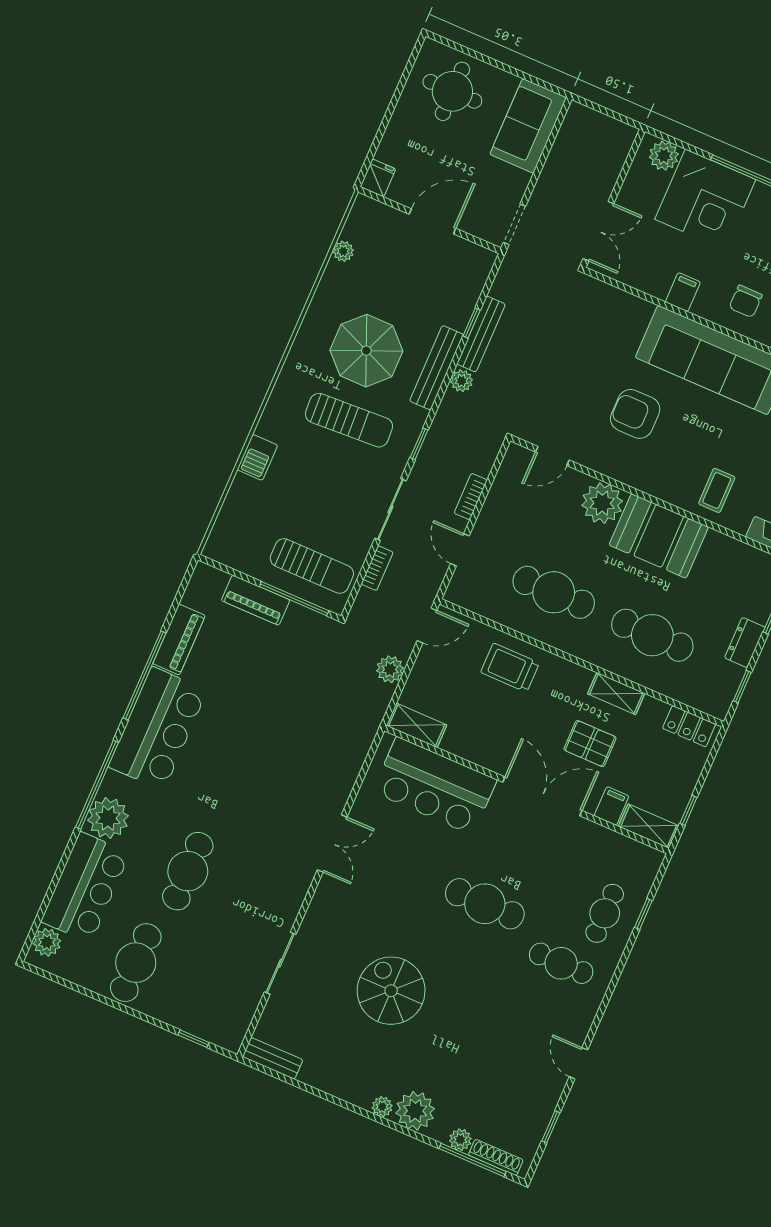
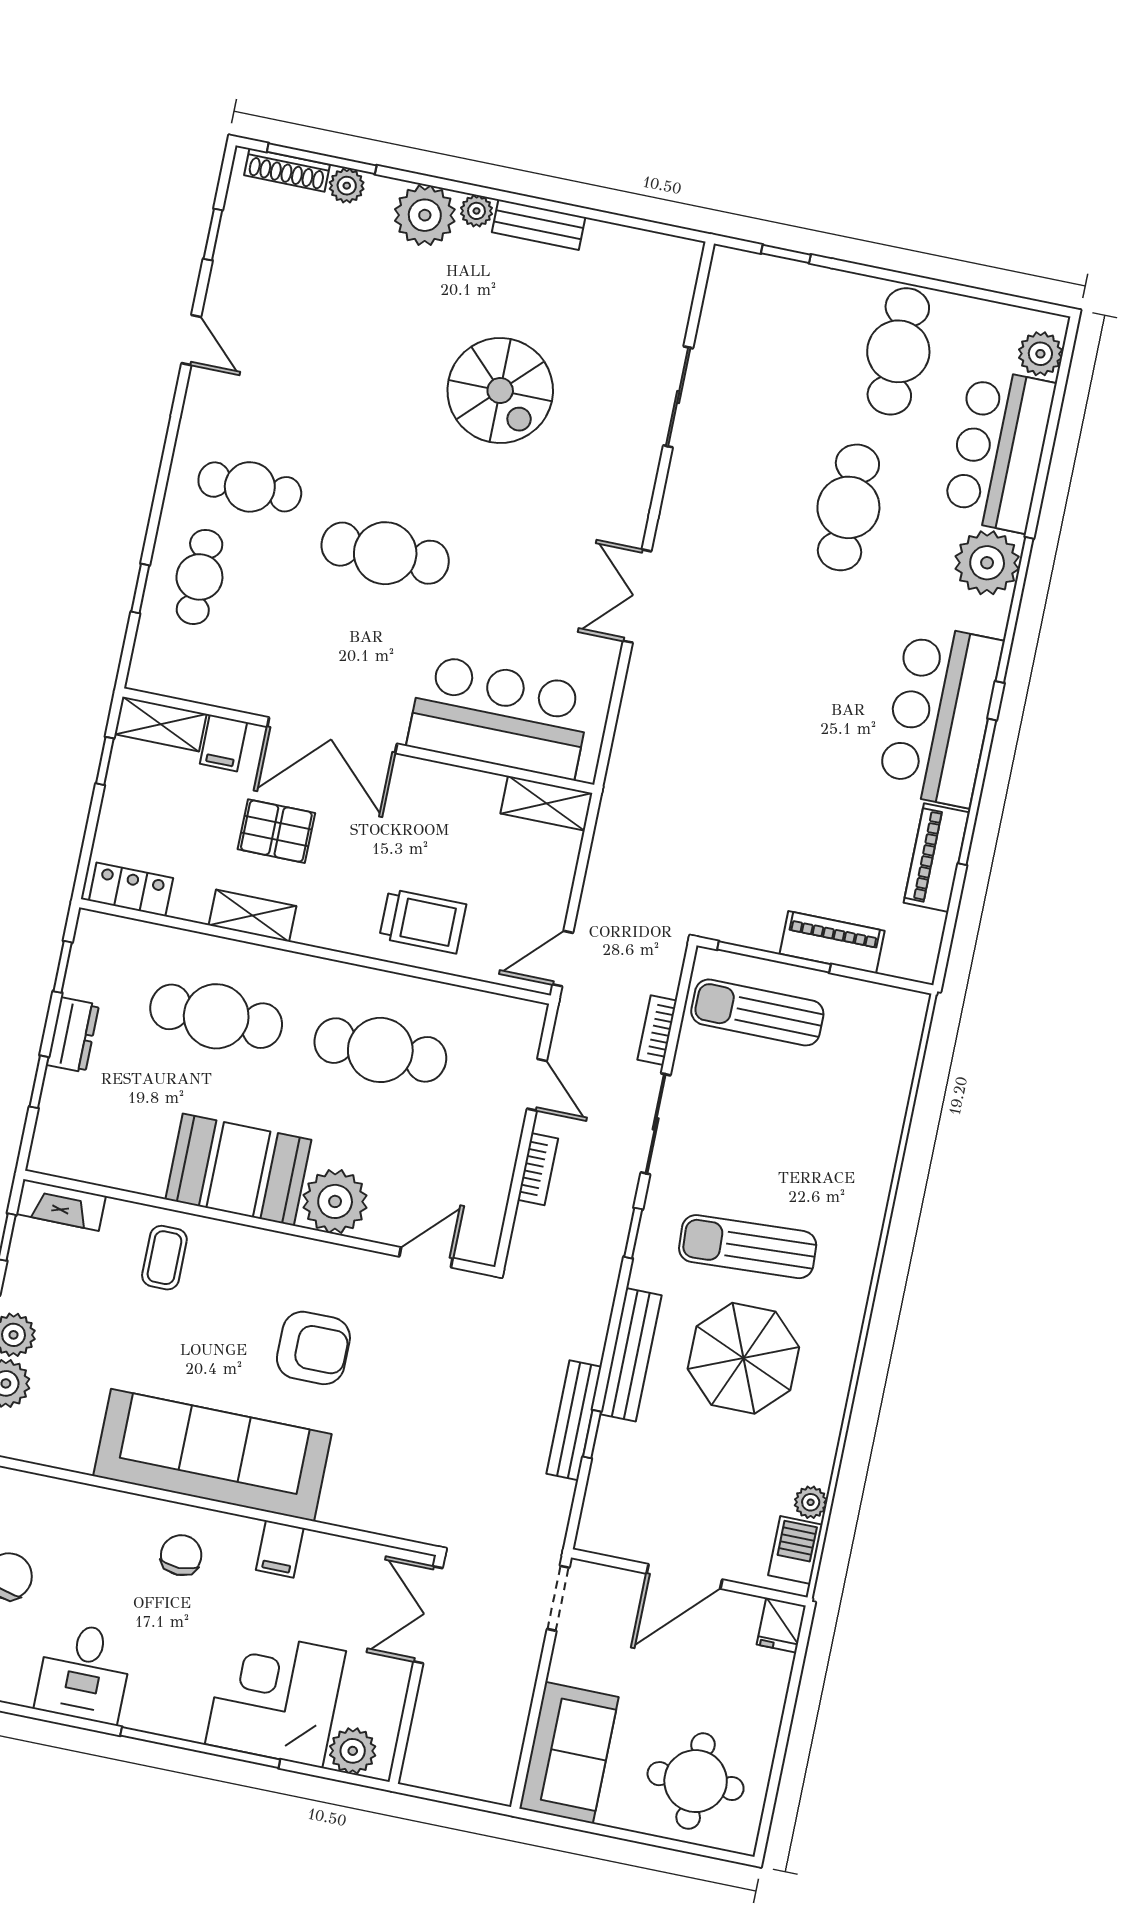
plant: (462, 381) -> (589, 1343), removed
barbecue: (257, 457) -> (795, 1550), moved
plant: (390, 669) -> (605, 880), removed
bench: (273, 1058) -> (539, 225), moved

